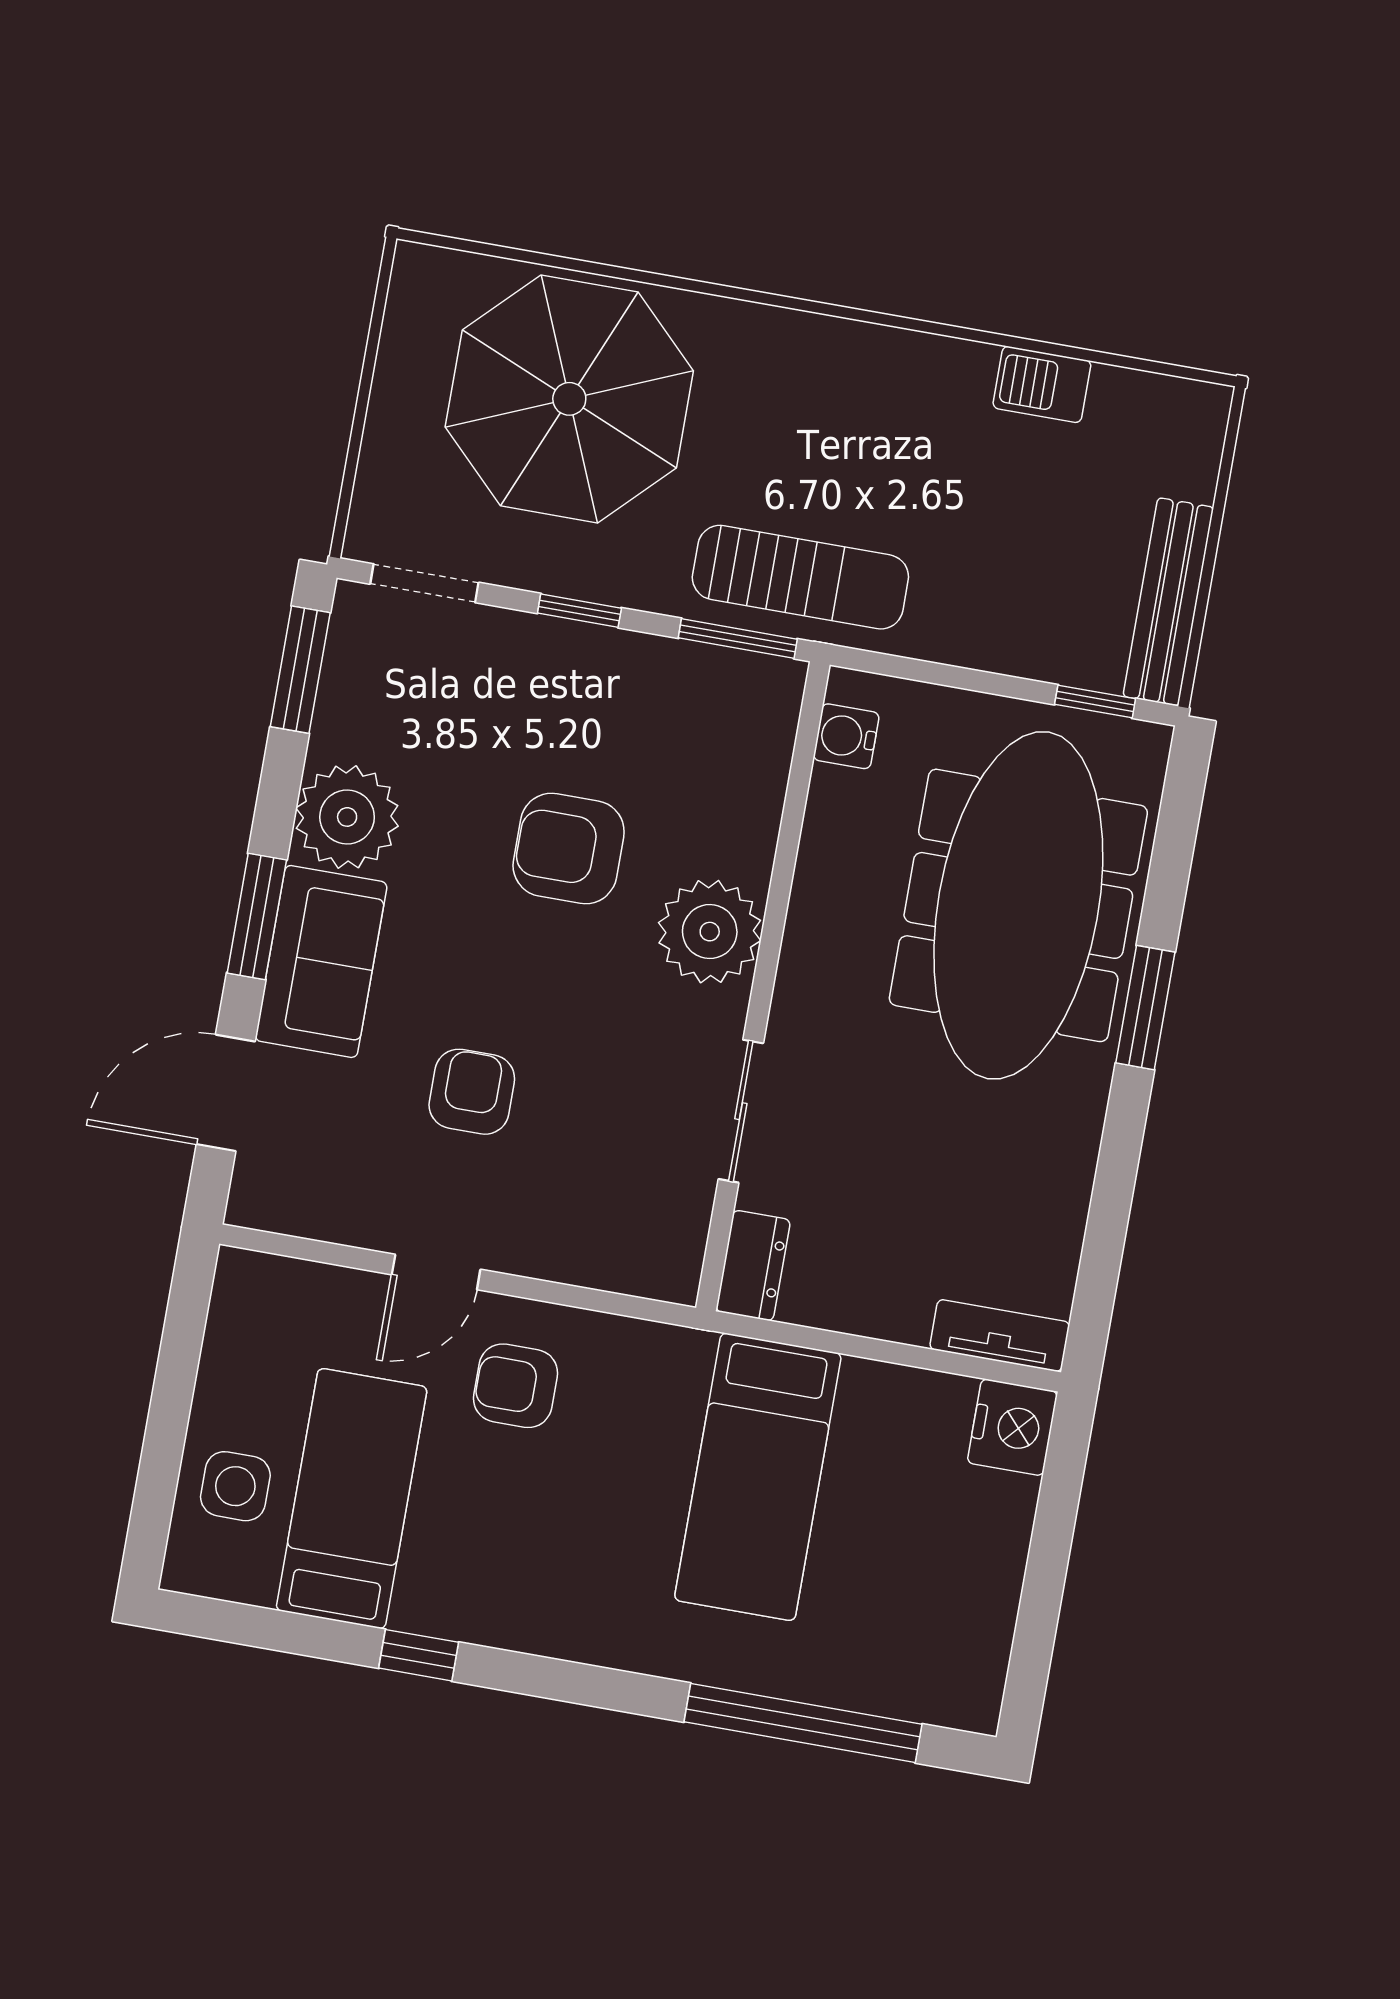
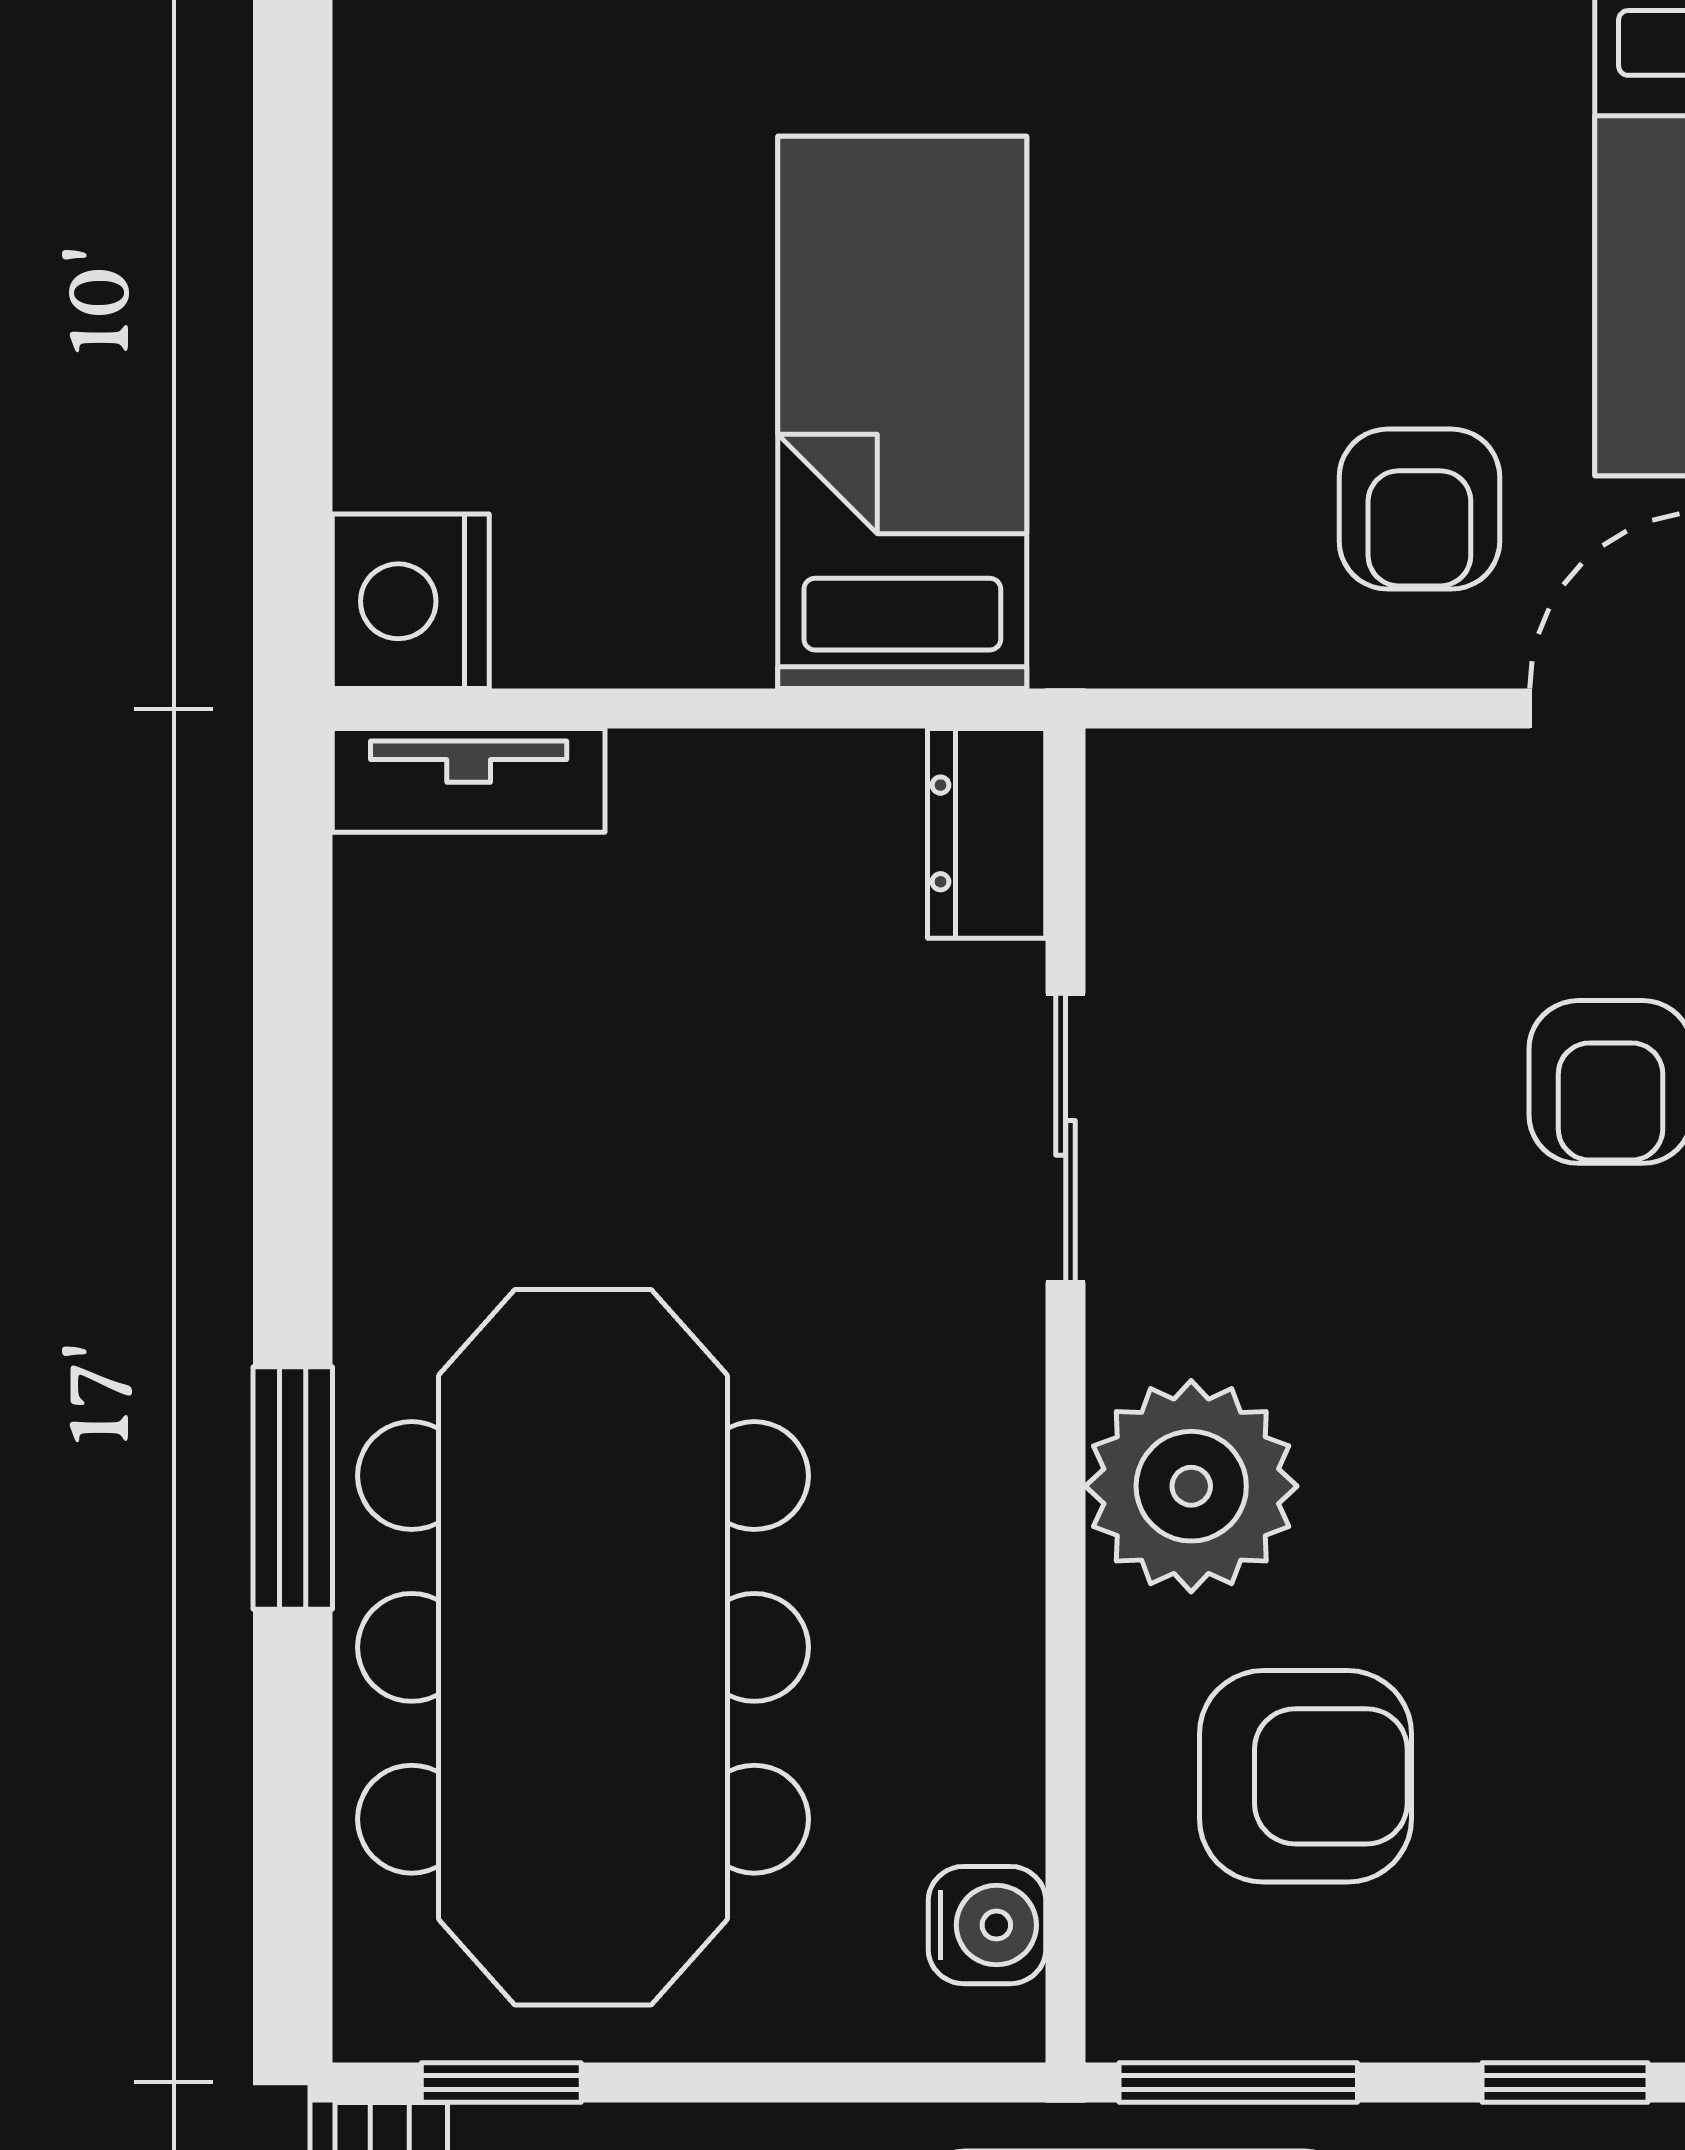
armchair: (569, 849) -> (1305, 1776), moved
armchair: (515, 1386) -> (1419, 509), turned 90

